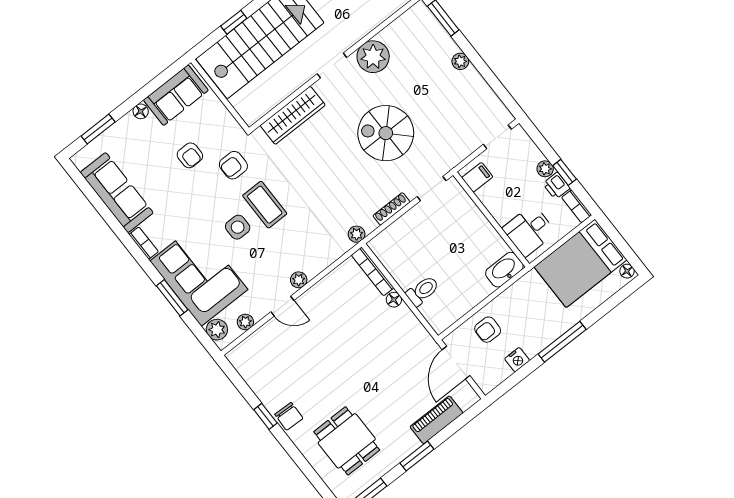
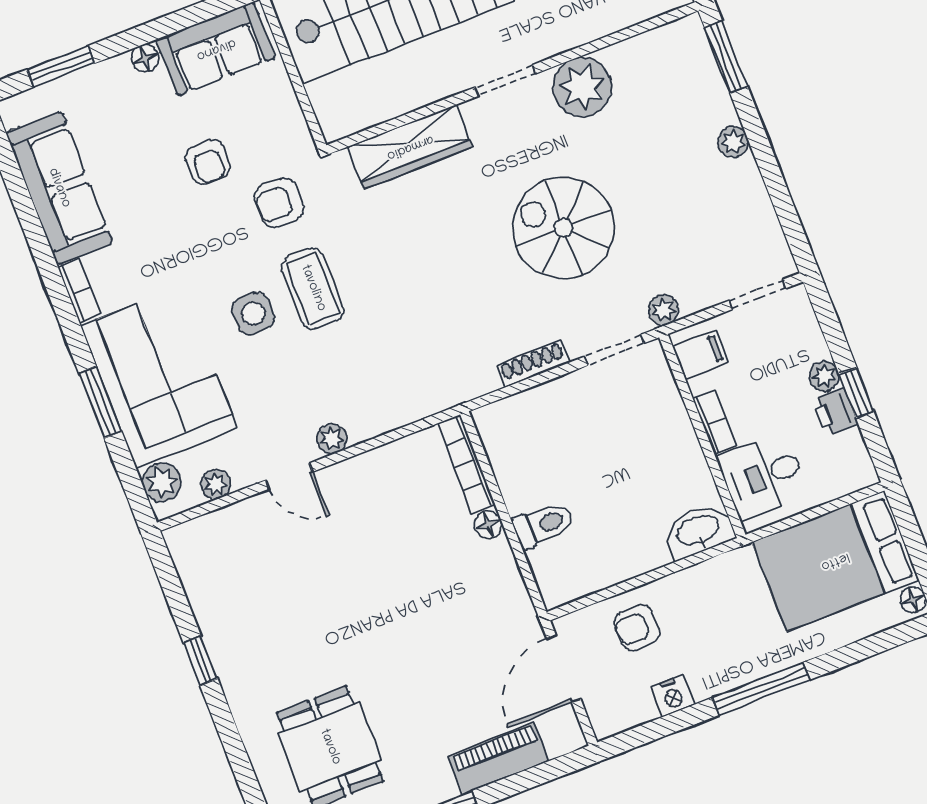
bookcase: (577, 206) -> (714, 422), moved, turned 180
plant: (357, 234) -> (664, 310), moved
chair: (289, 416) -> (242, 673), removed

